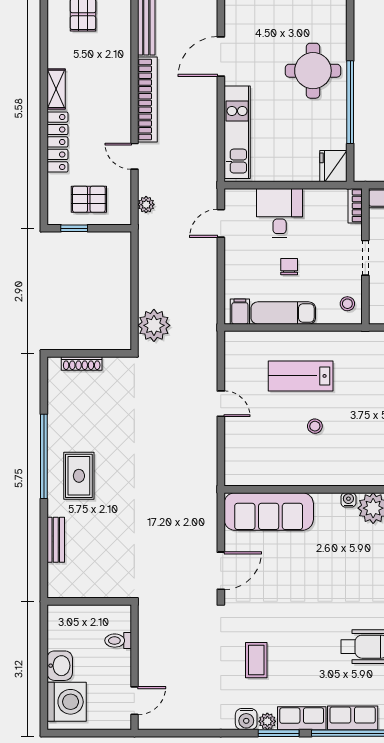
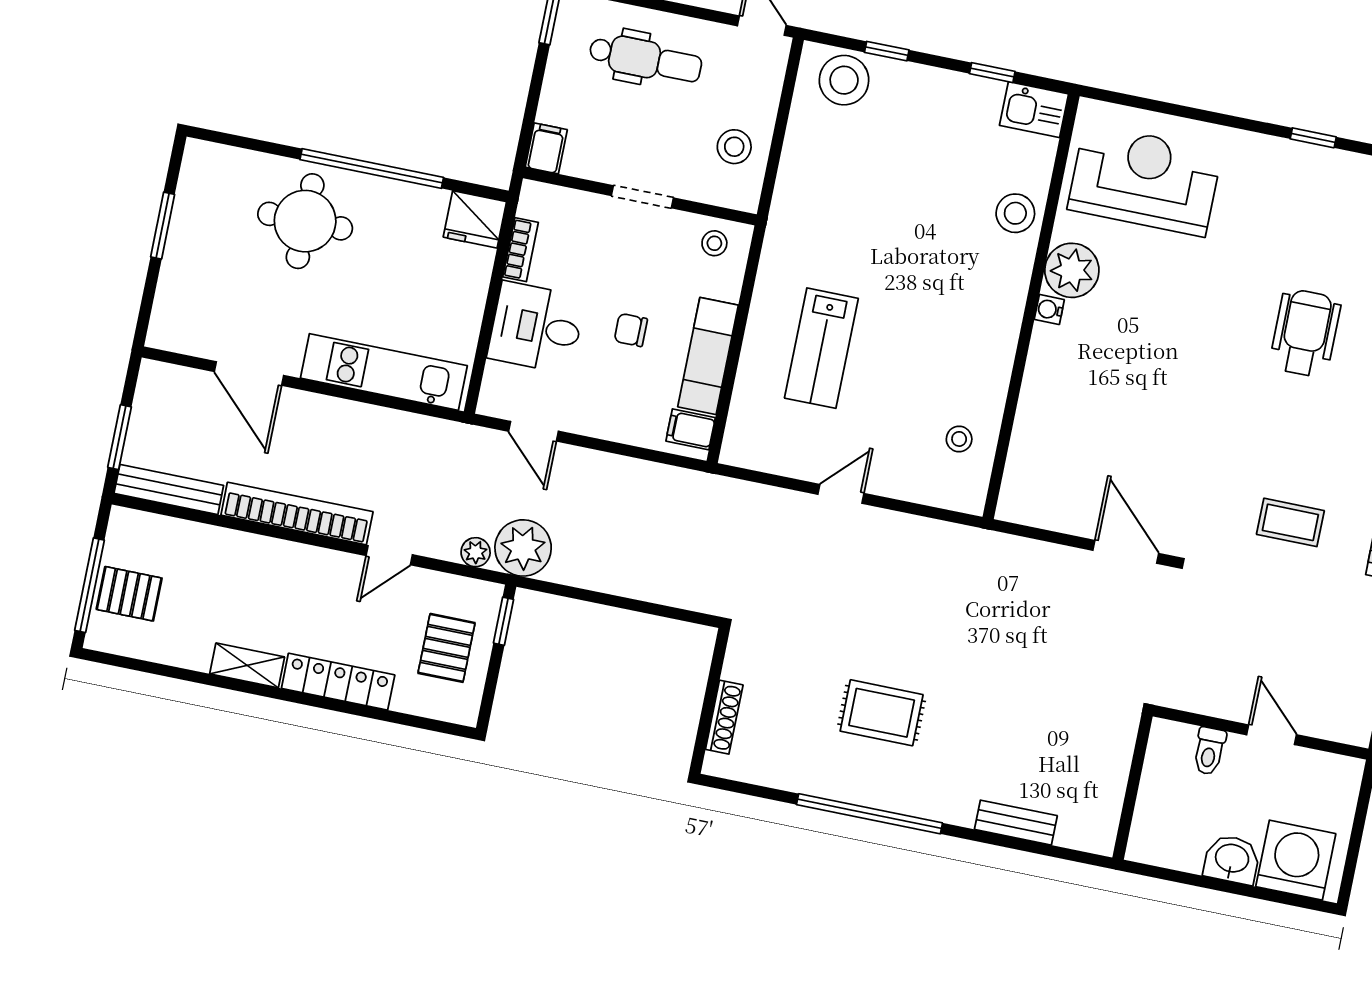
bookcase: (355, 206) -> (521, 250), moved, turned -90
window: (74, 228) -> (504, 621), moved
plant: (154, 325) -> (523, 548), moved
stool: (315, 426) -> (959, 439), moved
rug: (79, 476) -> (882, 713), moved
sofa: (269, 511) -> (1041, 450), removed
door: (134, 701) -> (1272, 735), moved

